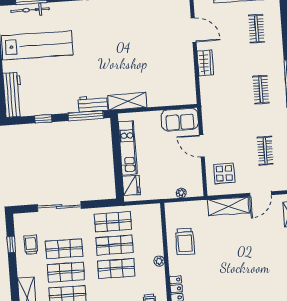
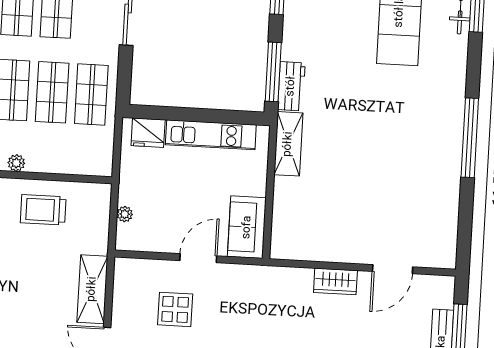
display table: (224, 173) -> (175, 309), moved

